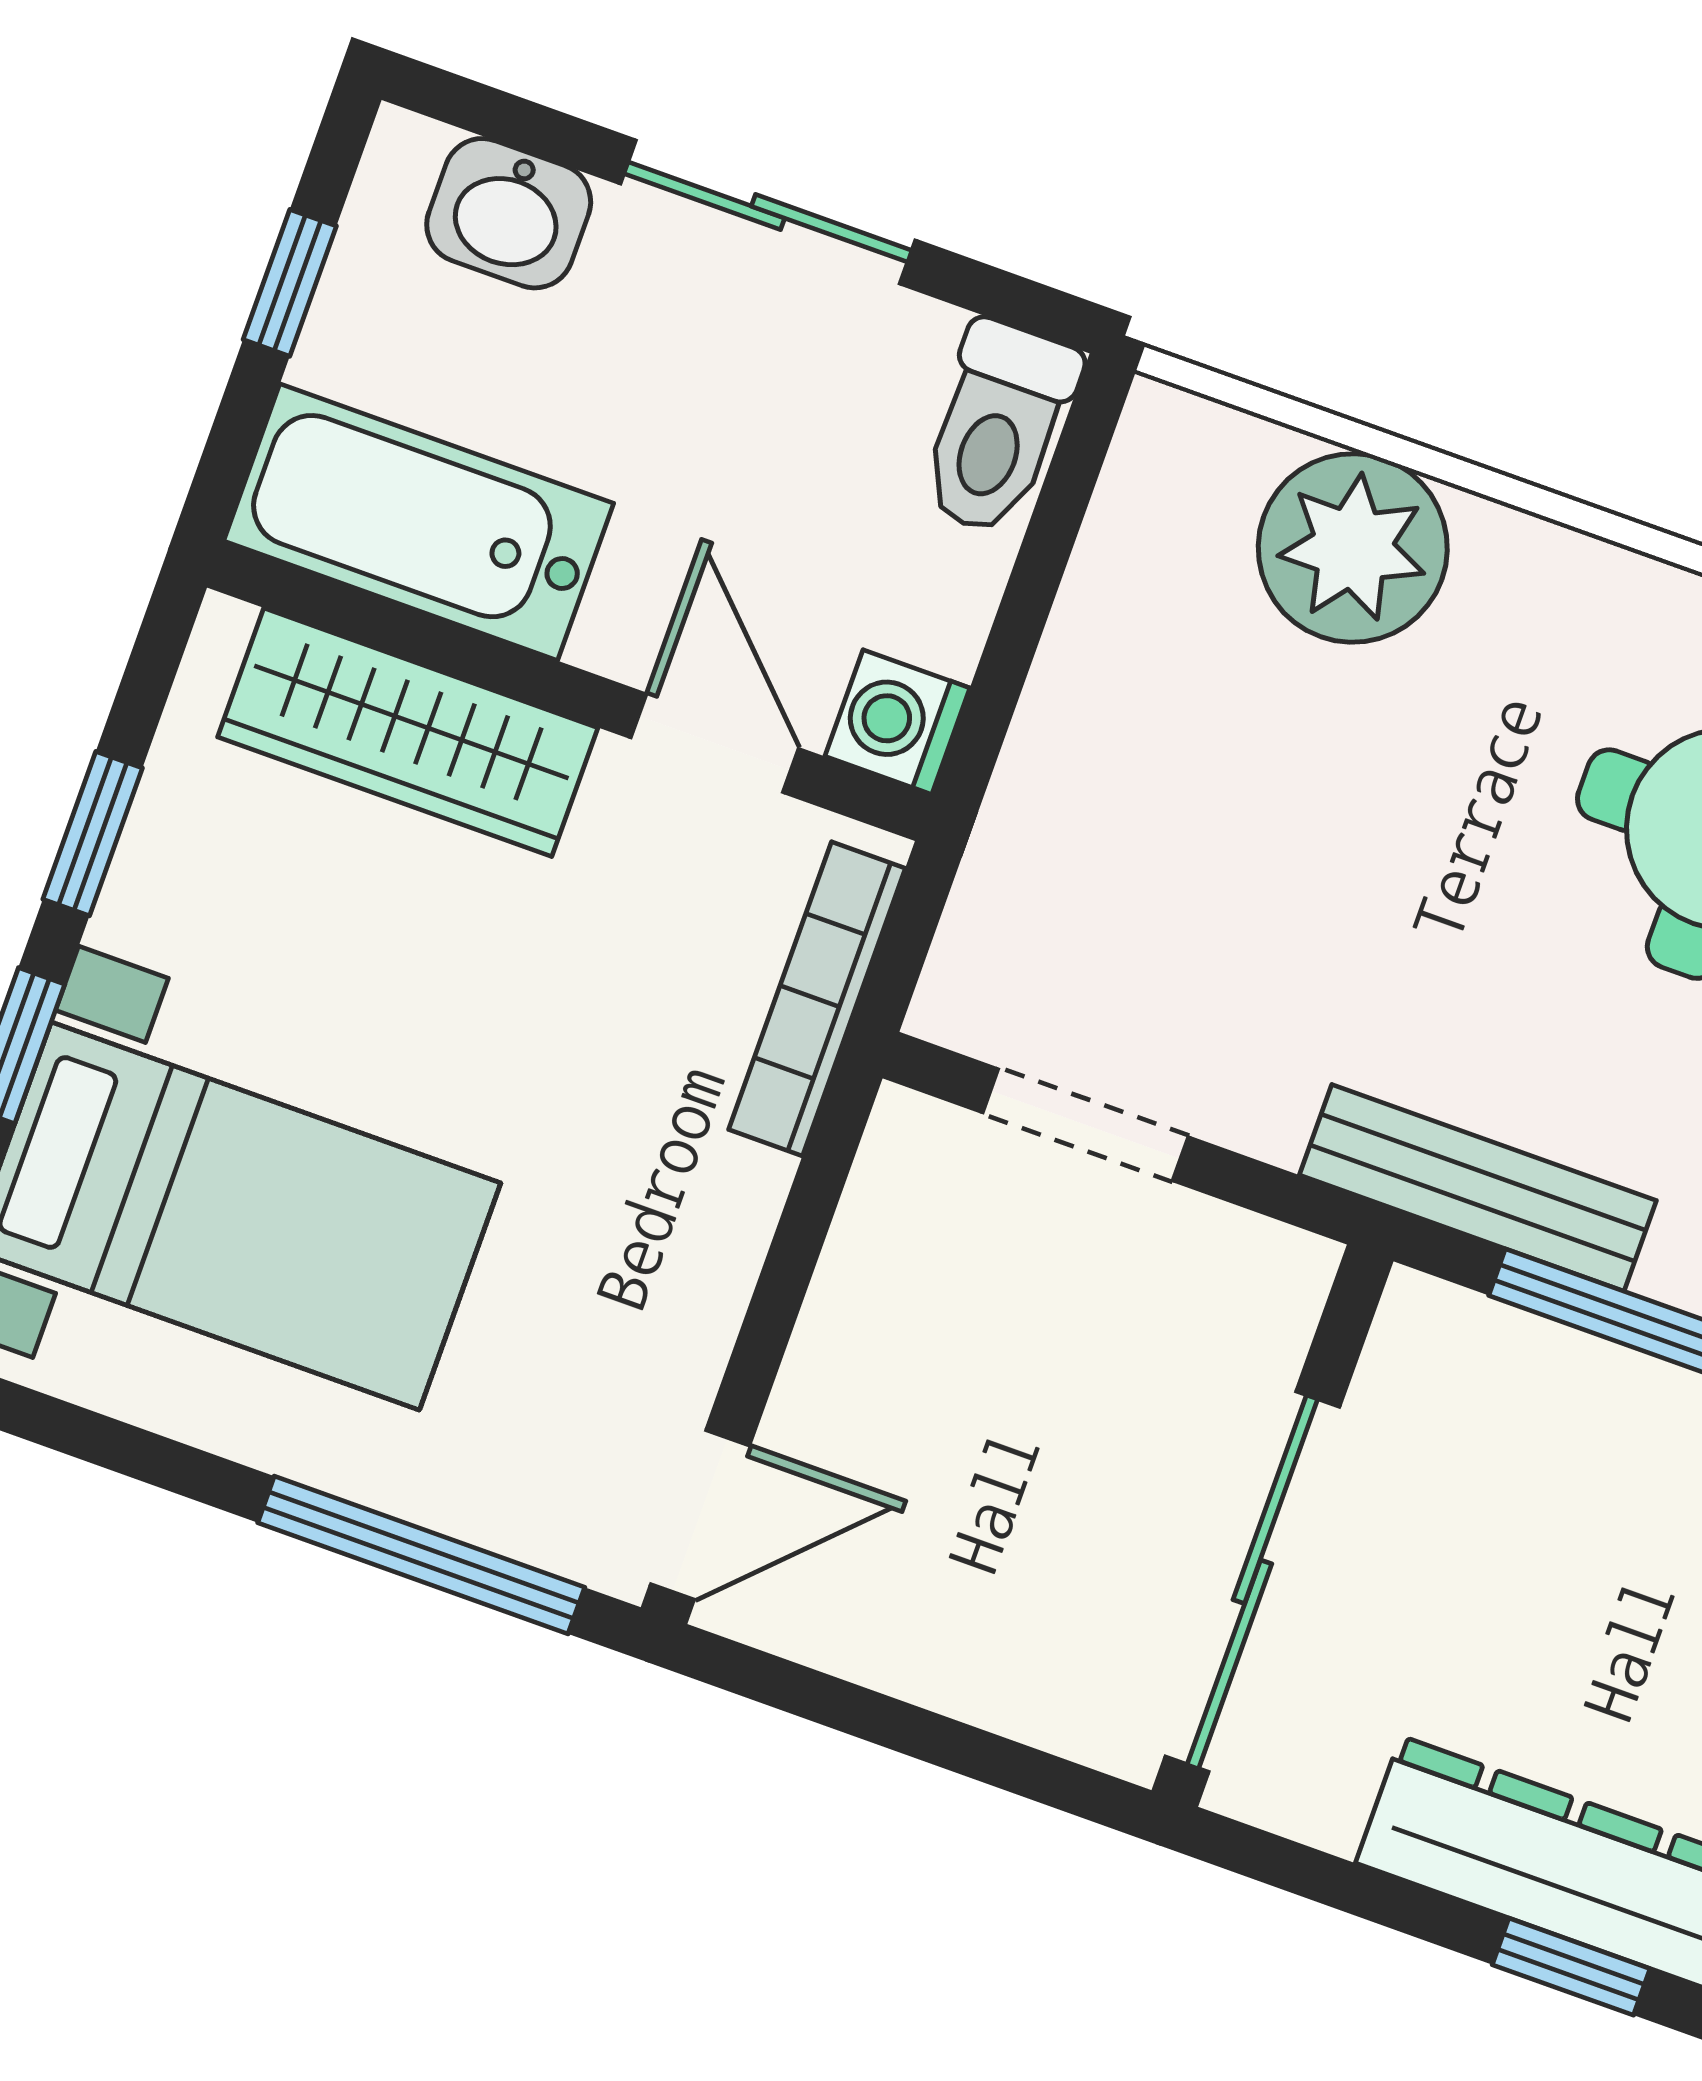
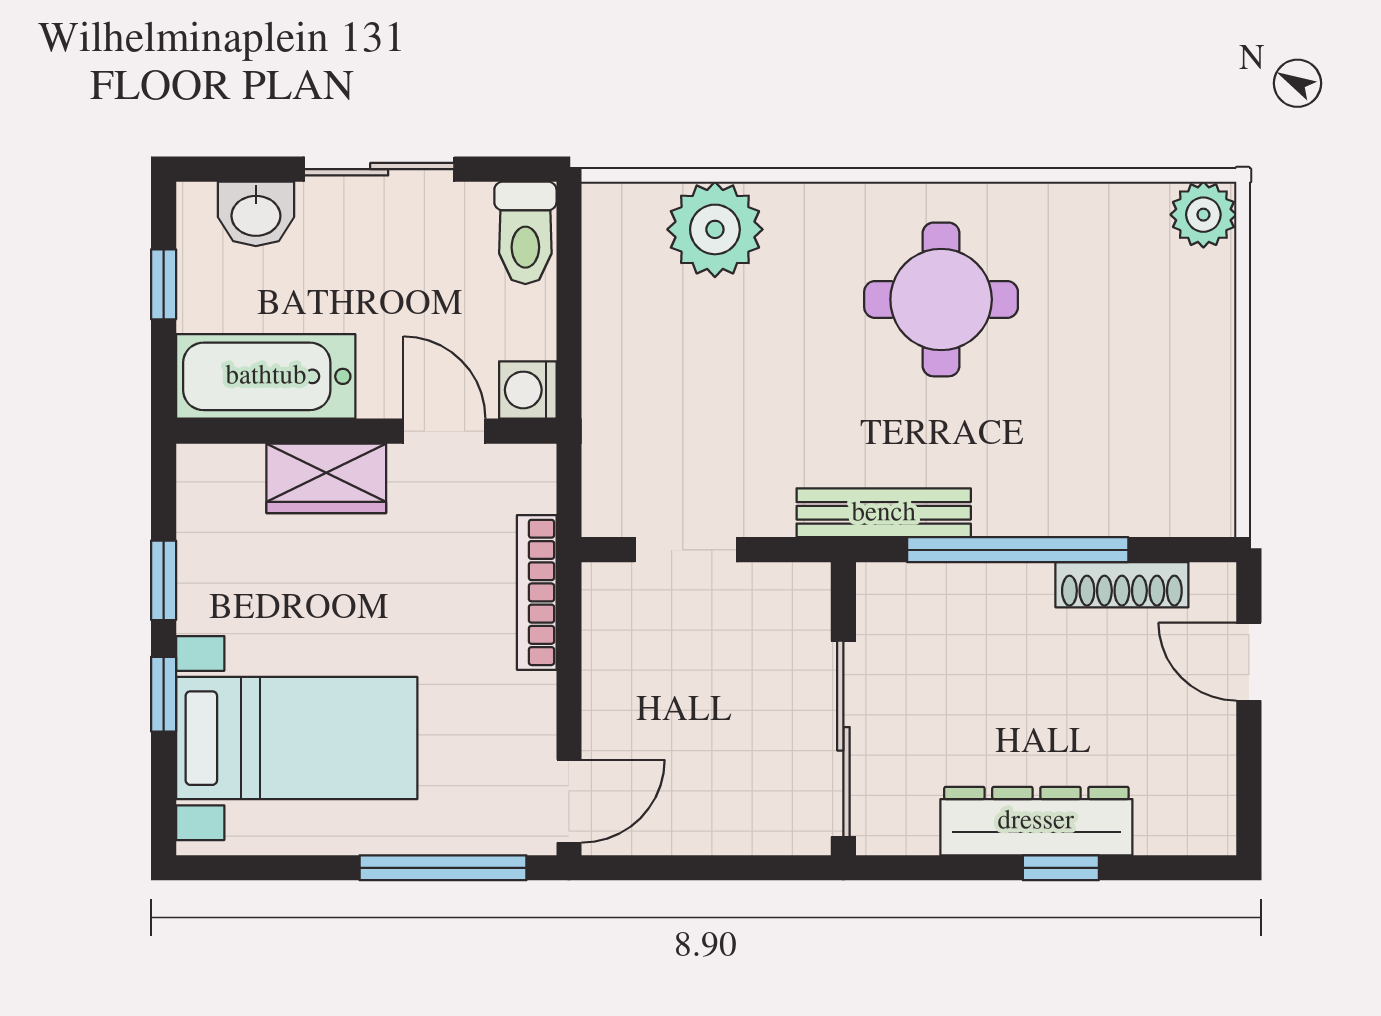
wardrobe: (408, 732) -> (326, 478), width x0.67
bookcase: (817, 999) -> (537, 592), moved

